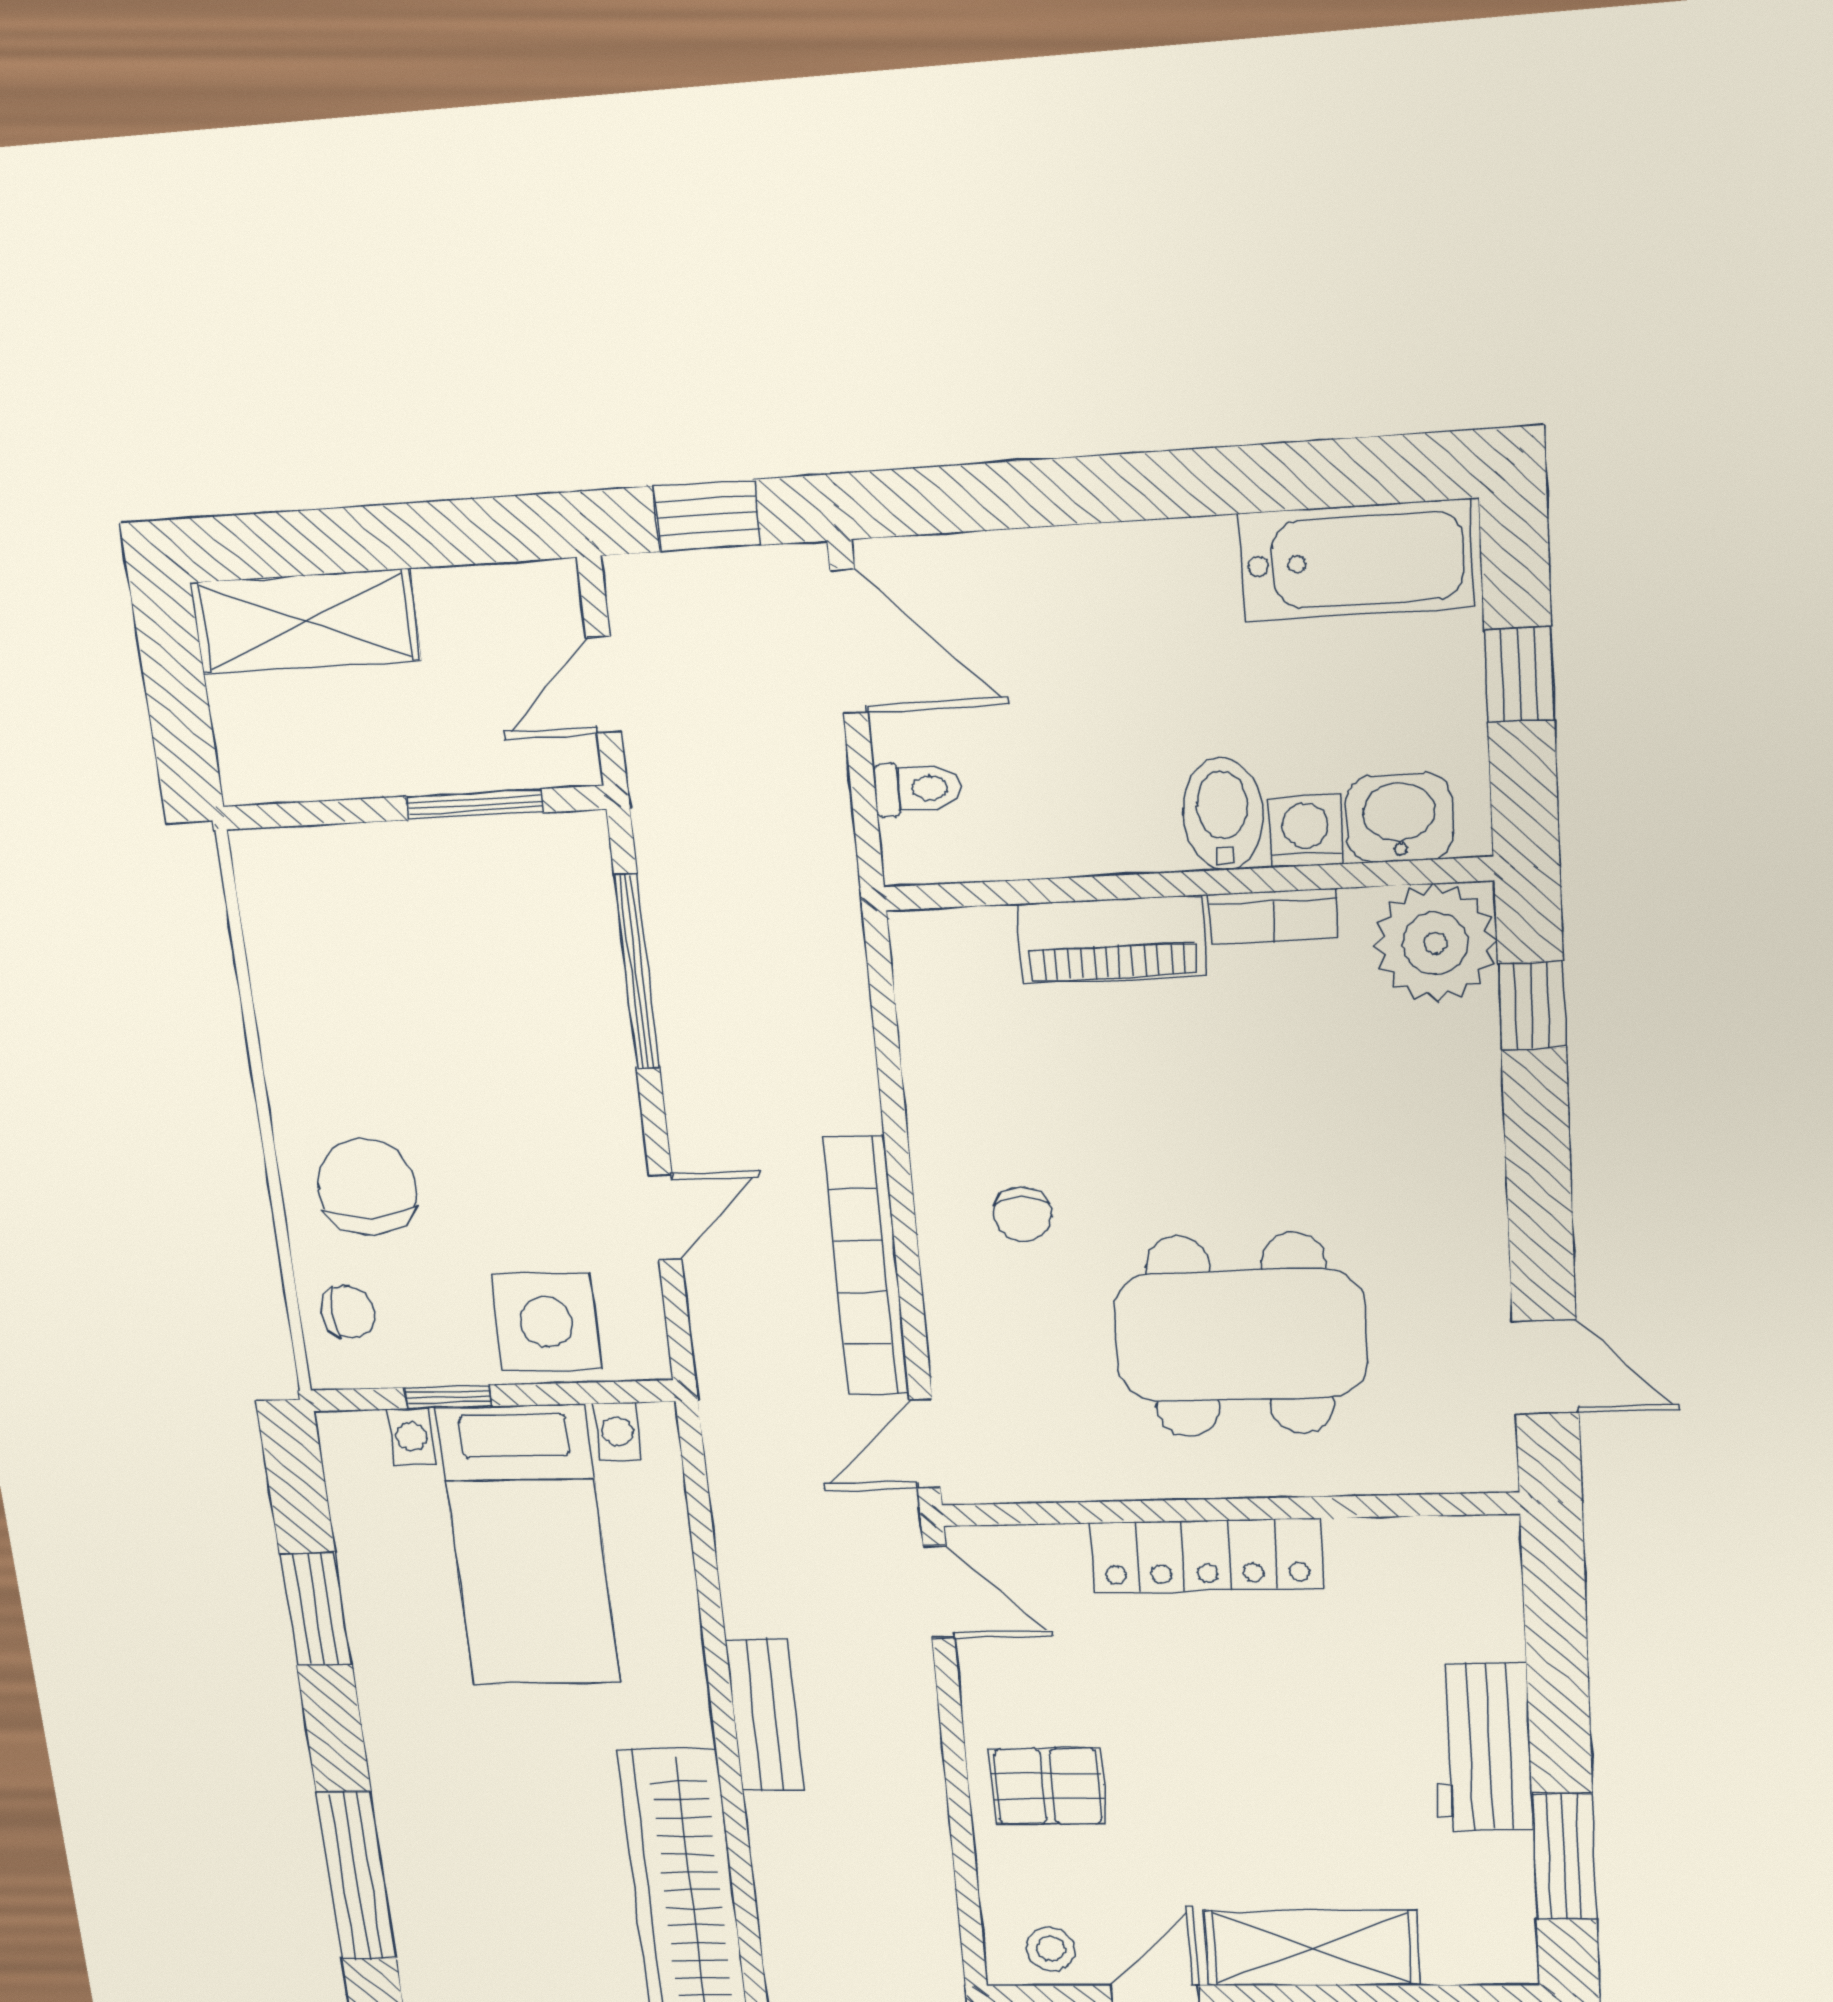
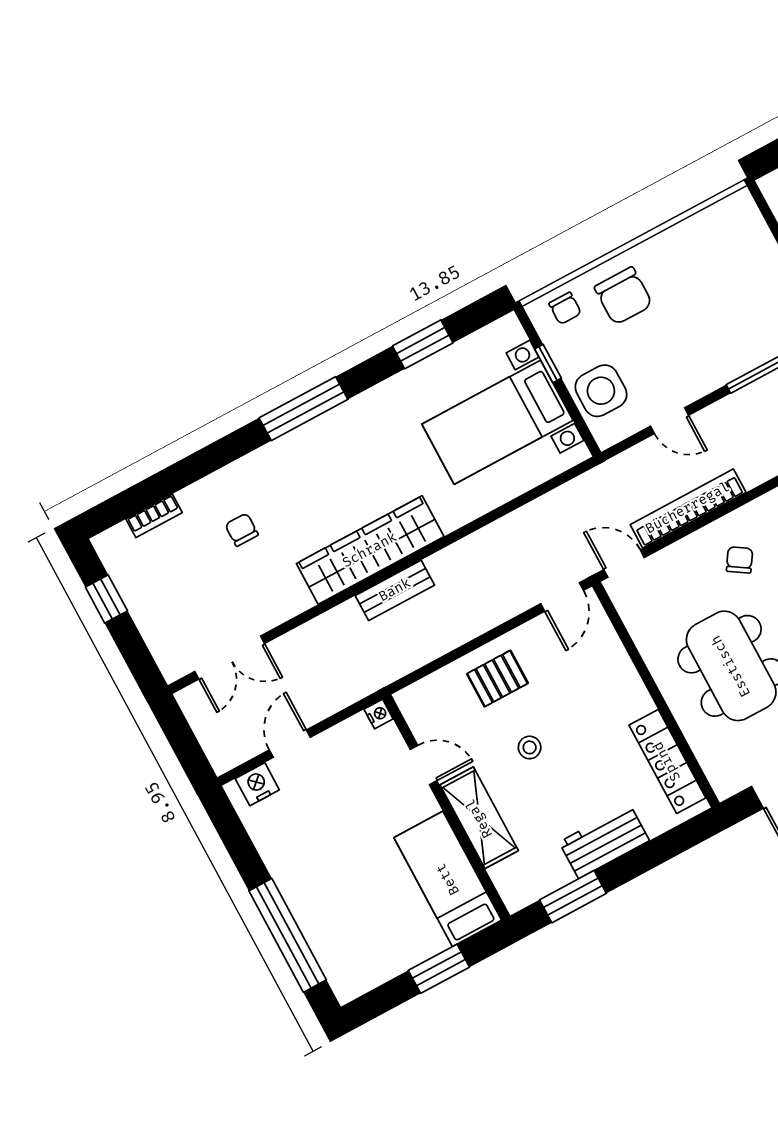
chair: (367, 1187) -> (623, 296), turned 90
chair: (1022, 1214) -> (740, 560), turned 123
locker: (1206, 1556) -> (667, 761), moved
bench: (765, 1715) -> (395, 590), moved
pallet: (1048, 1786) -> (497, 679), turned 90
stool: (1051, 1949) -> (530, 747), moved

